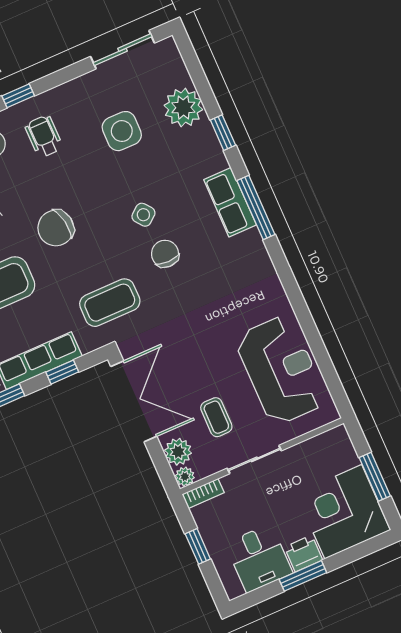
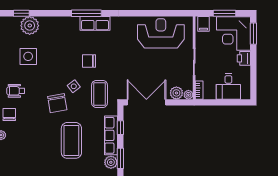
window: (223, 133) -> (21, 13), moved
row of seats: (230, 202) -> (95, 23), moved
side table: (143, 215) -> (74, 86), moved
coffee table: (216, 417) -> (169, 70), removed
filing cabinet: (336, 445) -> (204, 24), added
window: (198, 546) -> (221, 102), removed
desk: (259, 558) -> (228, 86), moved, turned 90
window: (303, 576) -> (253, 34), moved

